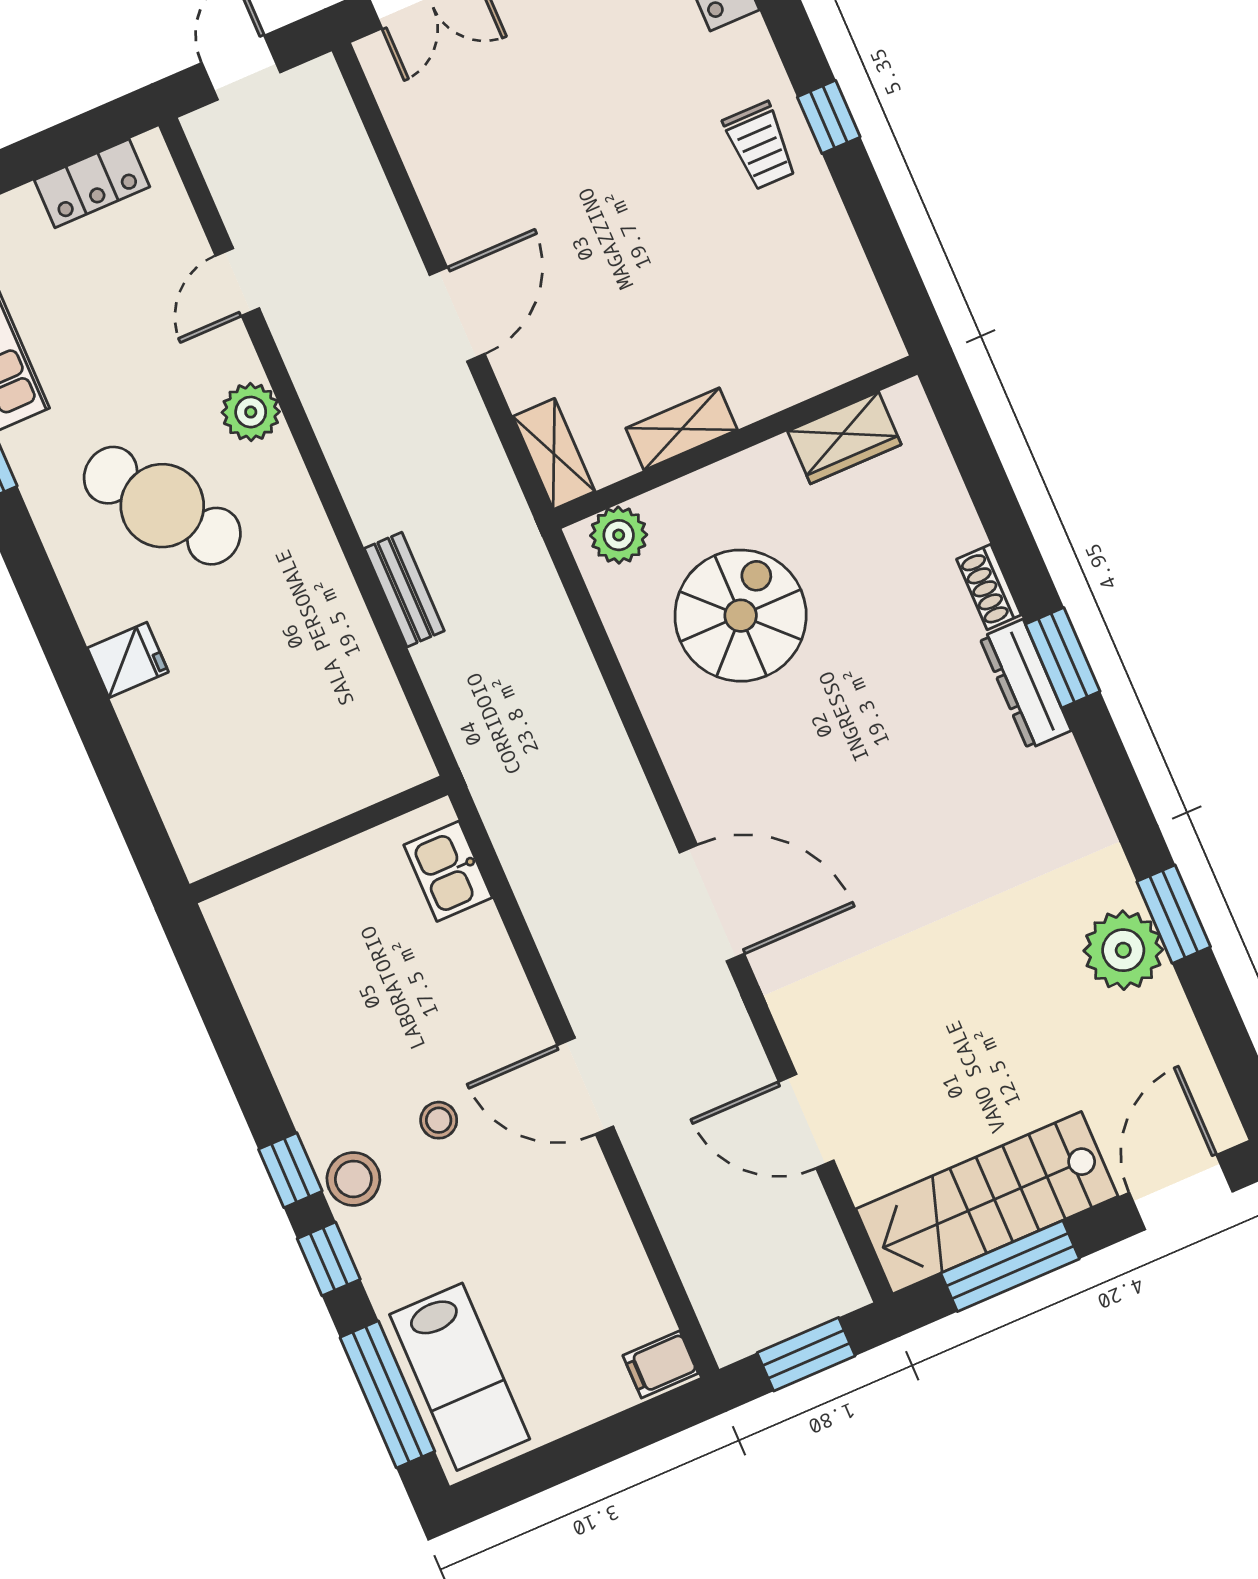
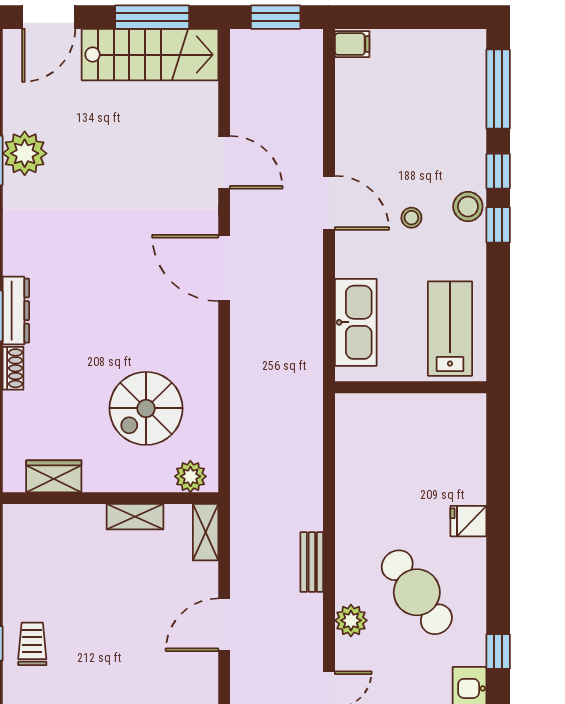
bench: (404, 590) -> (312, 562), moved
kitchen sink: (448, 871) -> (356, 322), width x1.88, depth x1.24
door: (806, 1121) -> (224, 162), moved
lab bench: (460, 1377) -> (450, 329), moved

